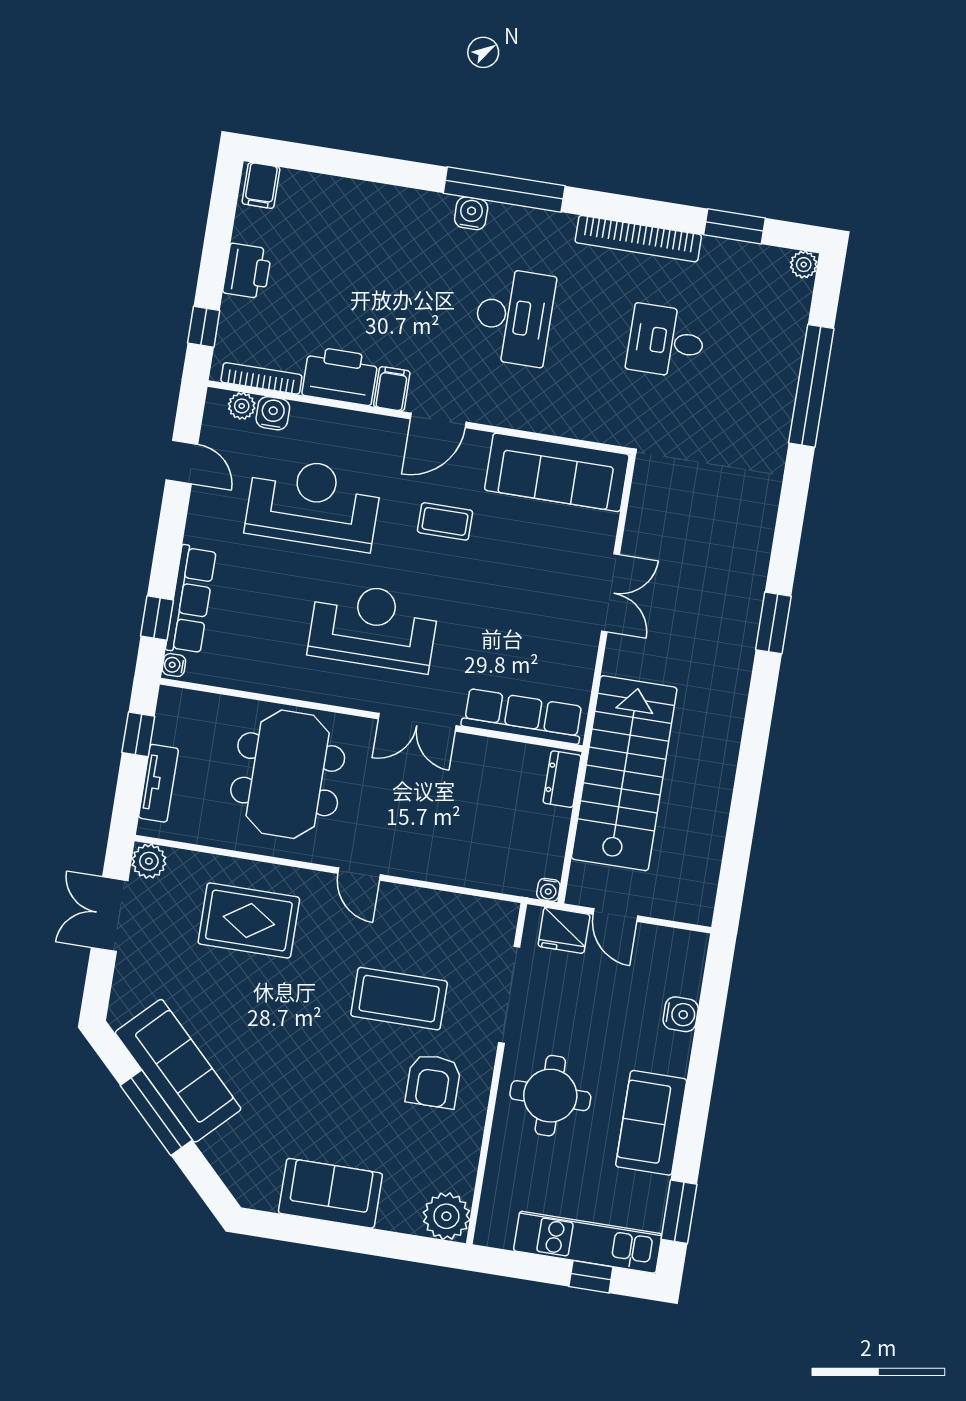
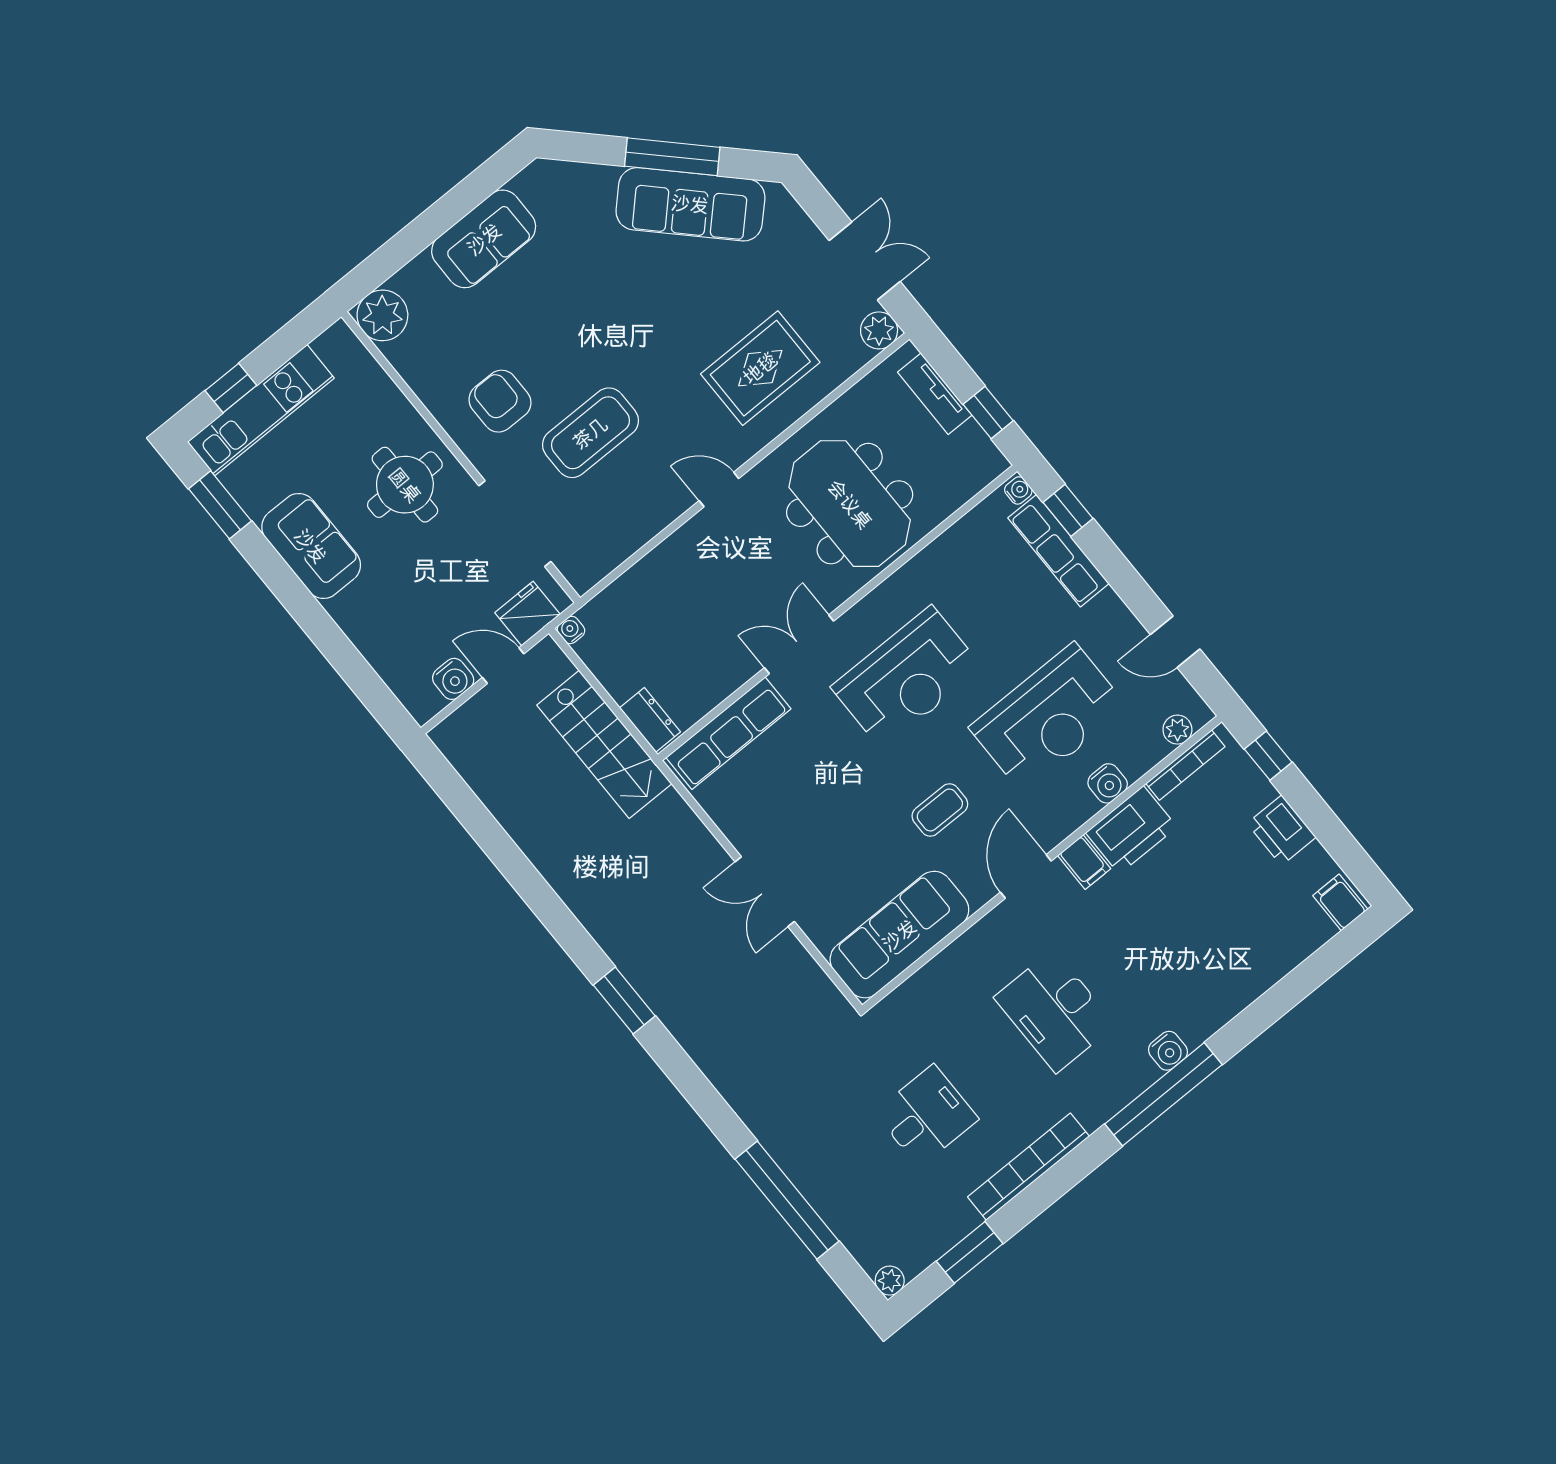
water cooler: (273, 413) -> (1108, 783), moved
stairs: (624, 773) -> (604, 744), width x0.73, depth x0.66
water cooler: (681, 1014) -> (453, 679), moved, turned -90

